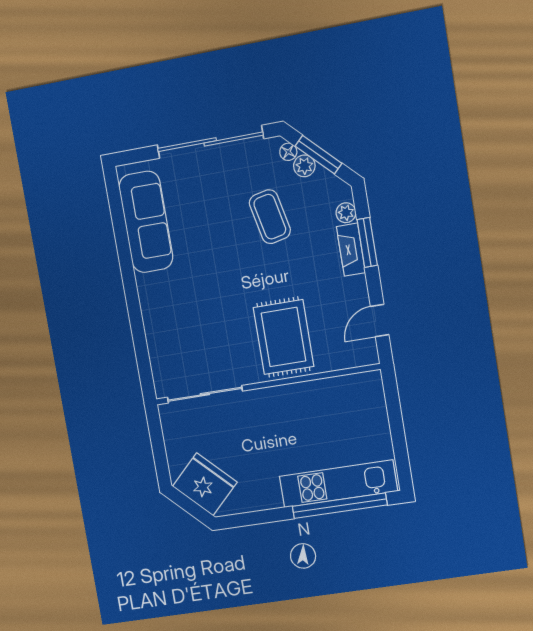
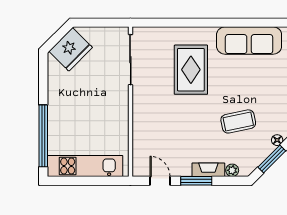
plant: (304, 166) -> (266, 149), removed
window: (367, 242) -> (196, 181), moved
rug: (283, 337) -> (191, 70), moved, turned 90
kitchen unit: (338, 484) -> (85, 166), moved, turned -90

